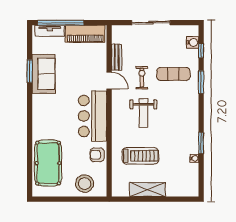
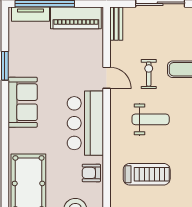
bench: (117, 57) -> (116, 24), moved
sofa: (44, 74) -> (23, 102), moved
weight bench: (143, 113) -> (151, 119), turned -90

